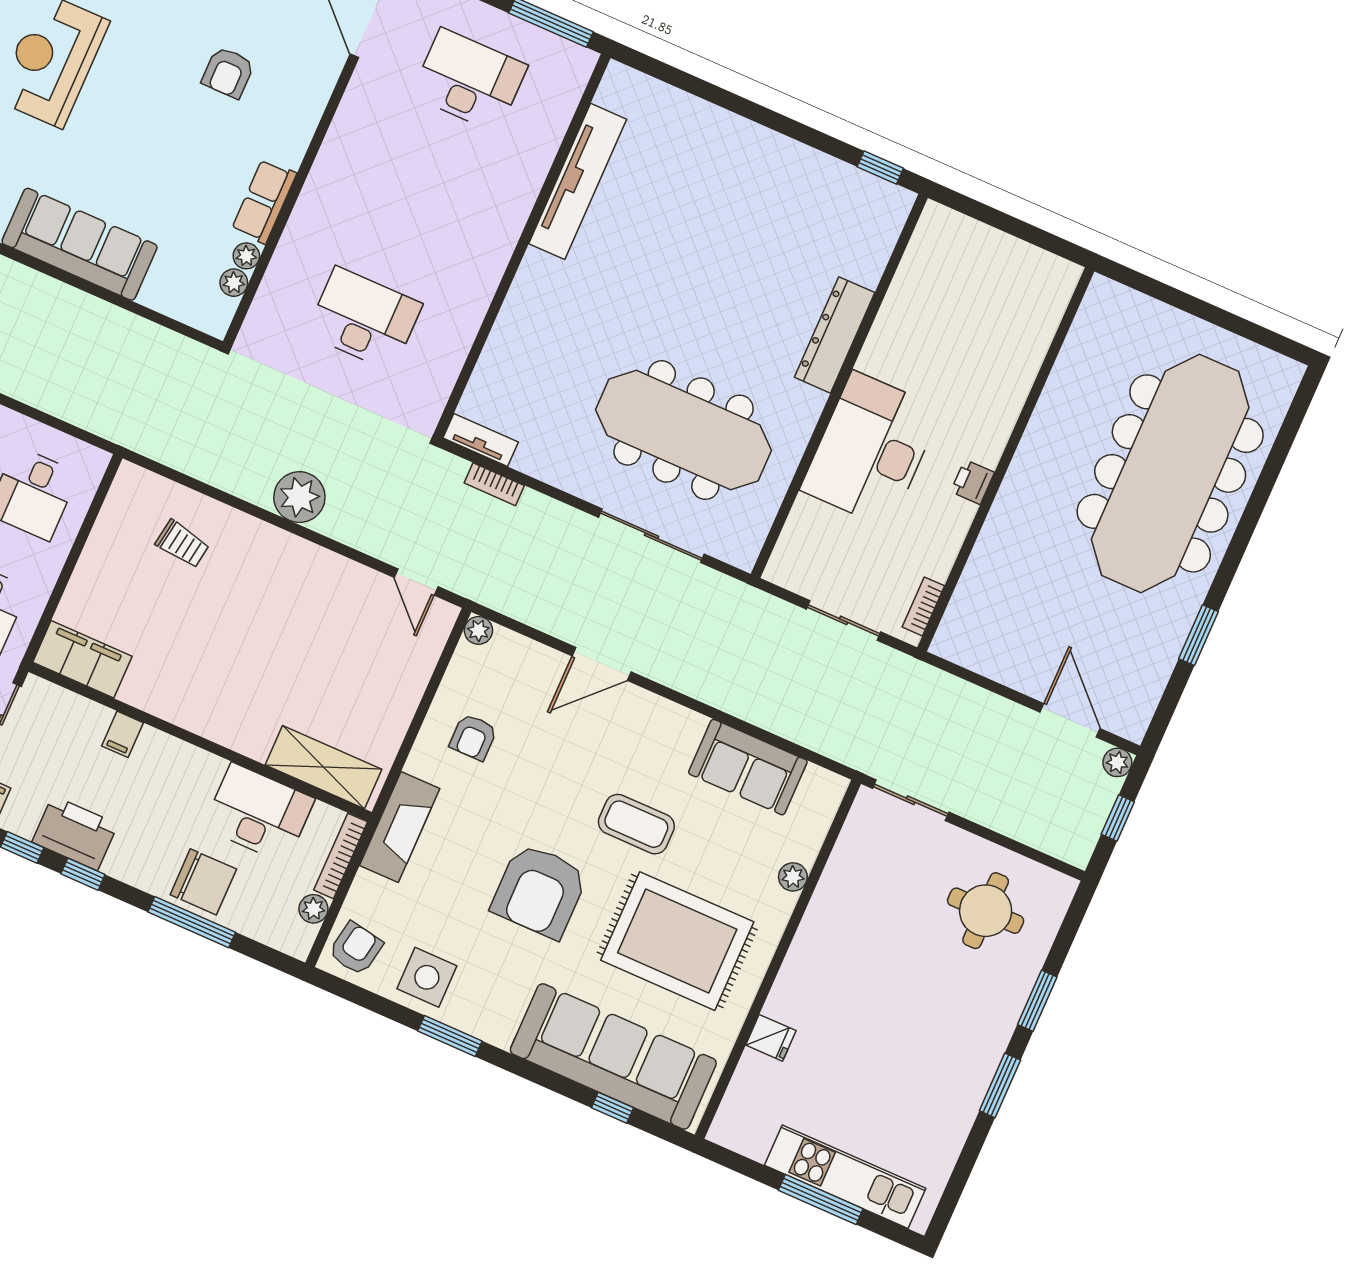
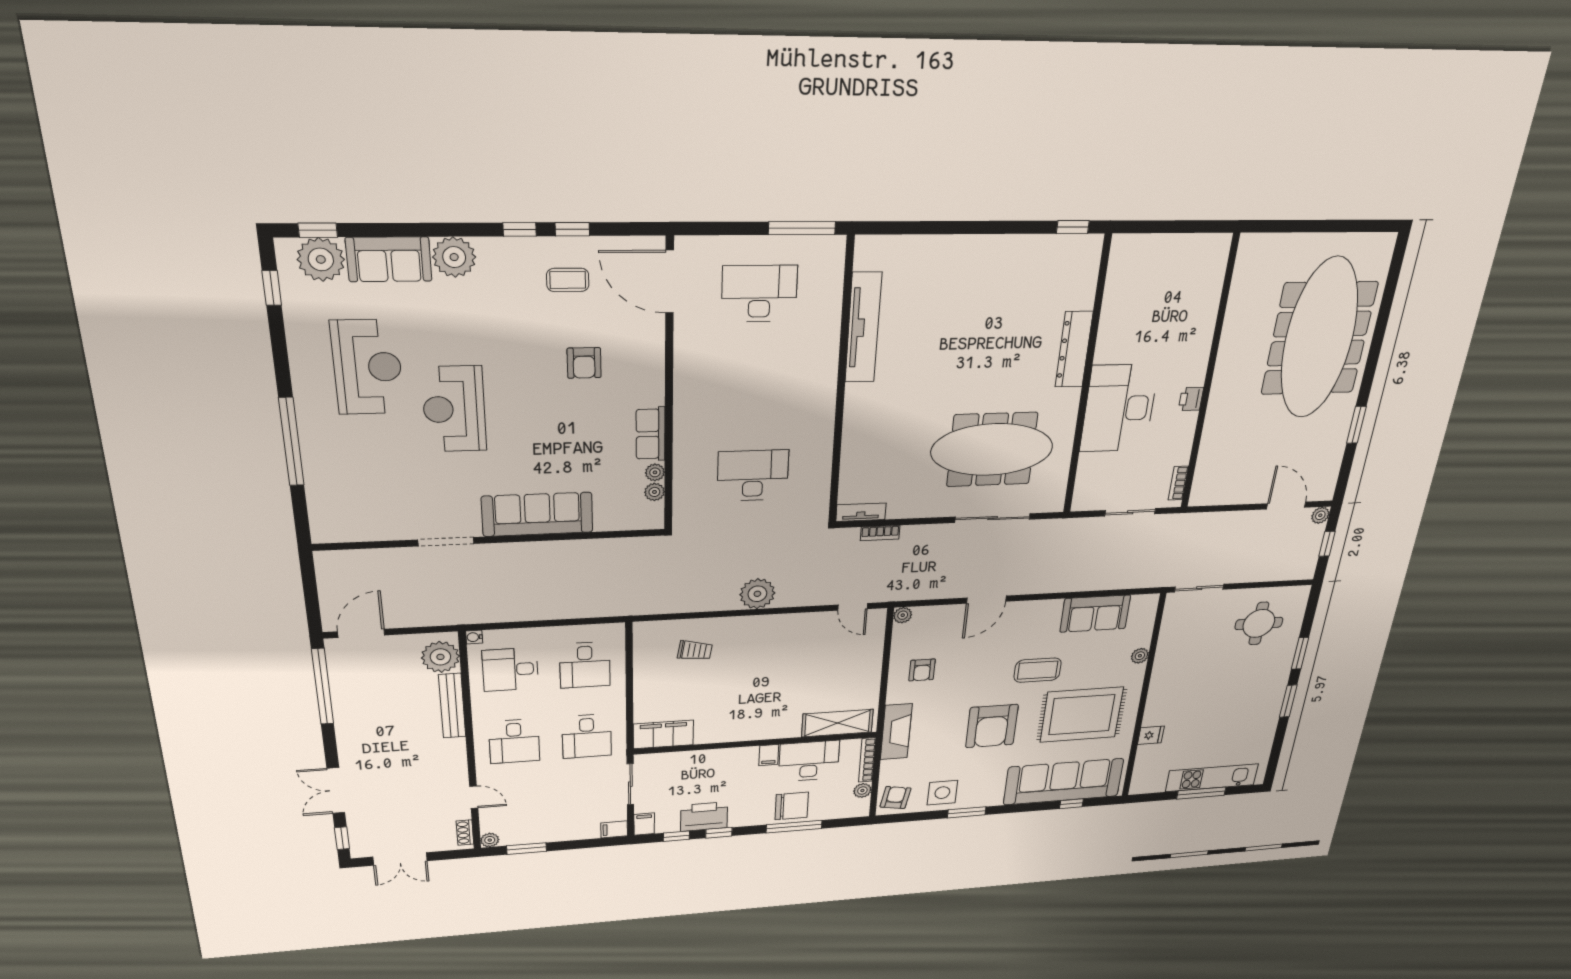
filing cabinet: (122, 734) -> (769, 755), moved

